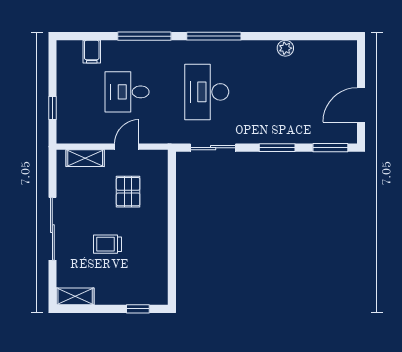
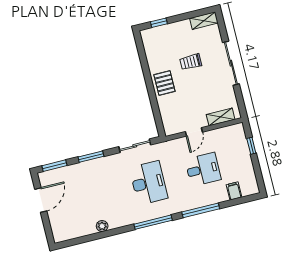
pallet: (128, 192) -> (164, 83), moved
trolley: (107, 244) -> (191, 62), turned 180

